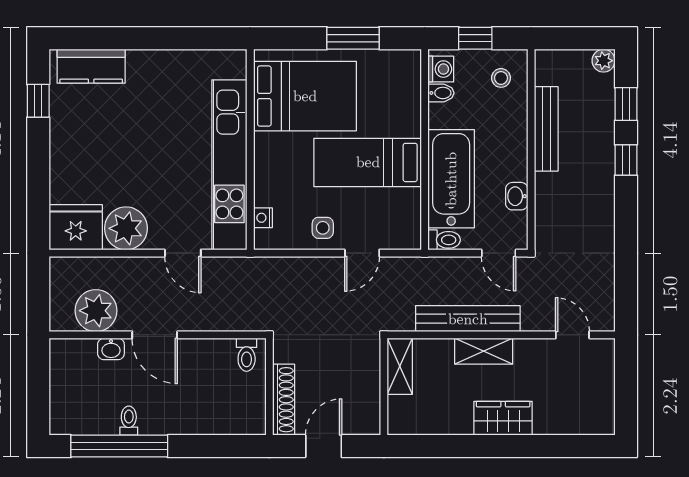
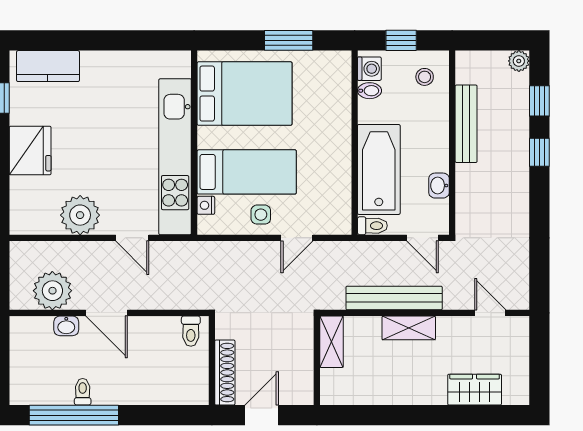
bed: (368, 162) -> (247, 172), moved, turned 180
fridge: (76, 227) -> (30, 150), moved, turned 90
wardrobe: (503, 418) -> (475, 390), moved

